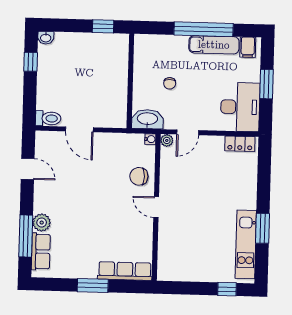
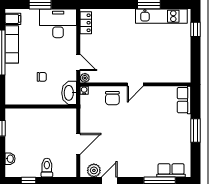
washbasin: (46, 38) -> (10, 159), moved
toilet: (48, 118) -> (47, 168), moved
plant: (42, 223) -> (94, 170), moved
row of seats: (125, 271) -> (184, 100), width x0.68

